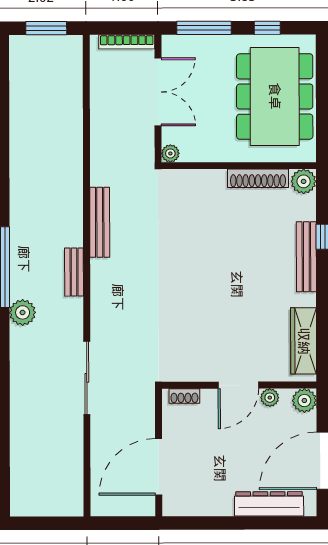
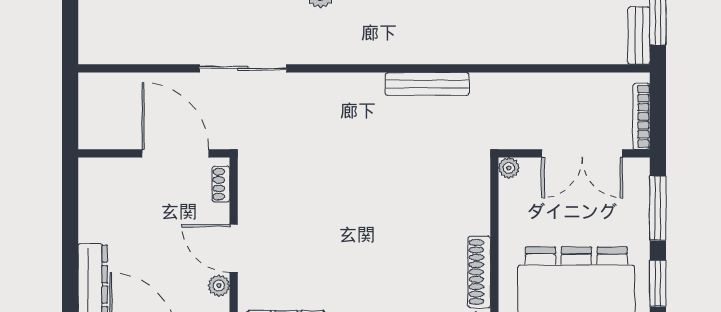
window: (267, 28) -> (658, 283), width x1.50
bench: (74, 272) -> (639, 36), moved, turned 90
door: (159, 467) -> (175, 153), moved

